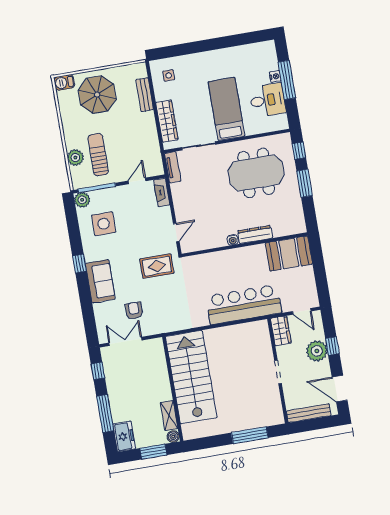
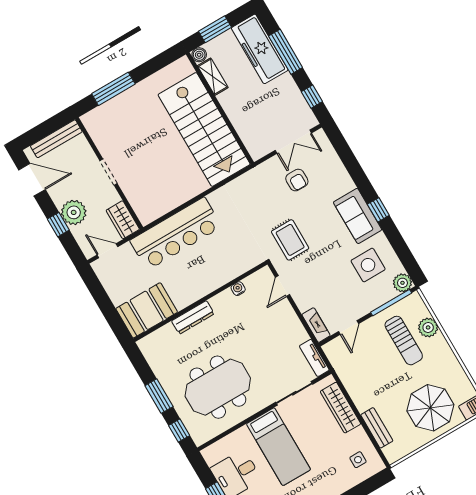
water cooler: (233, 240) -> (238, 289), moved
rug: (157, 266) -> (290, 240), turned 90
sofa: (100, 281) -> (358, 216), moved
freezer: (124, 436) -> (260, 49), width x1.91, depth x1.26

